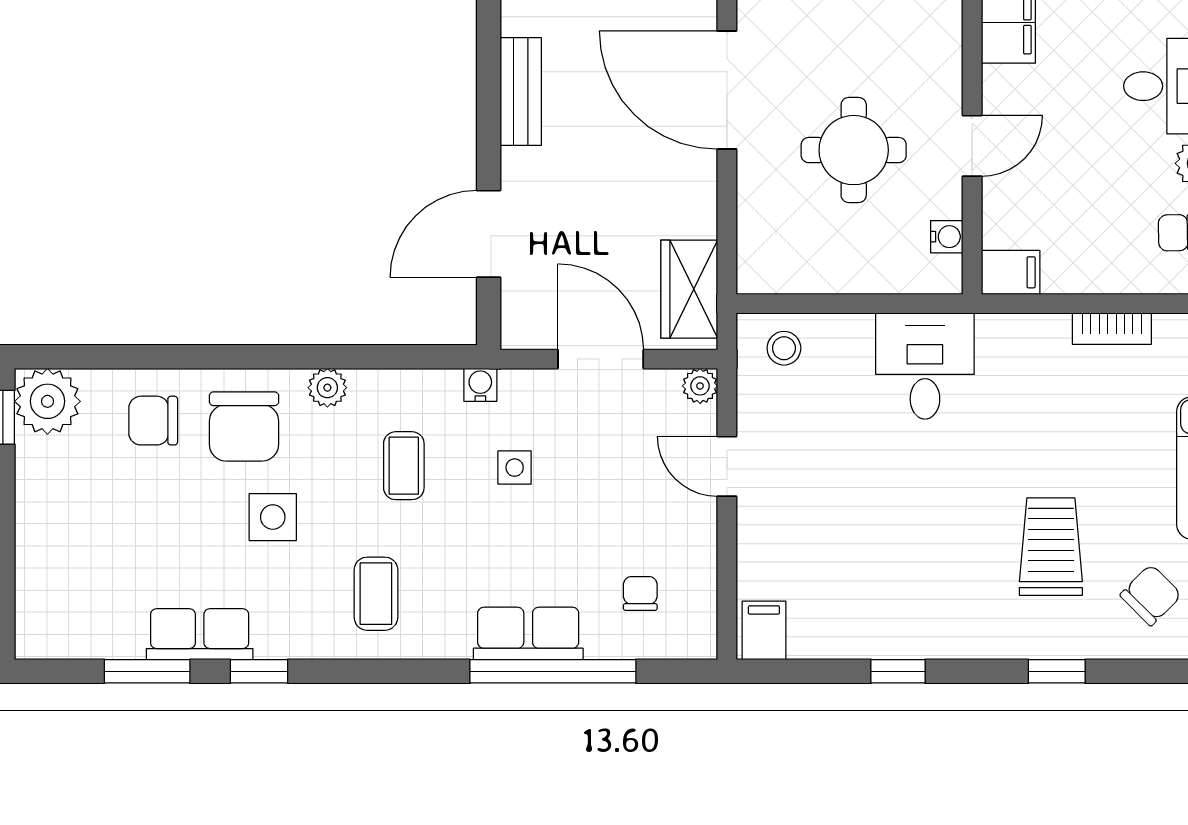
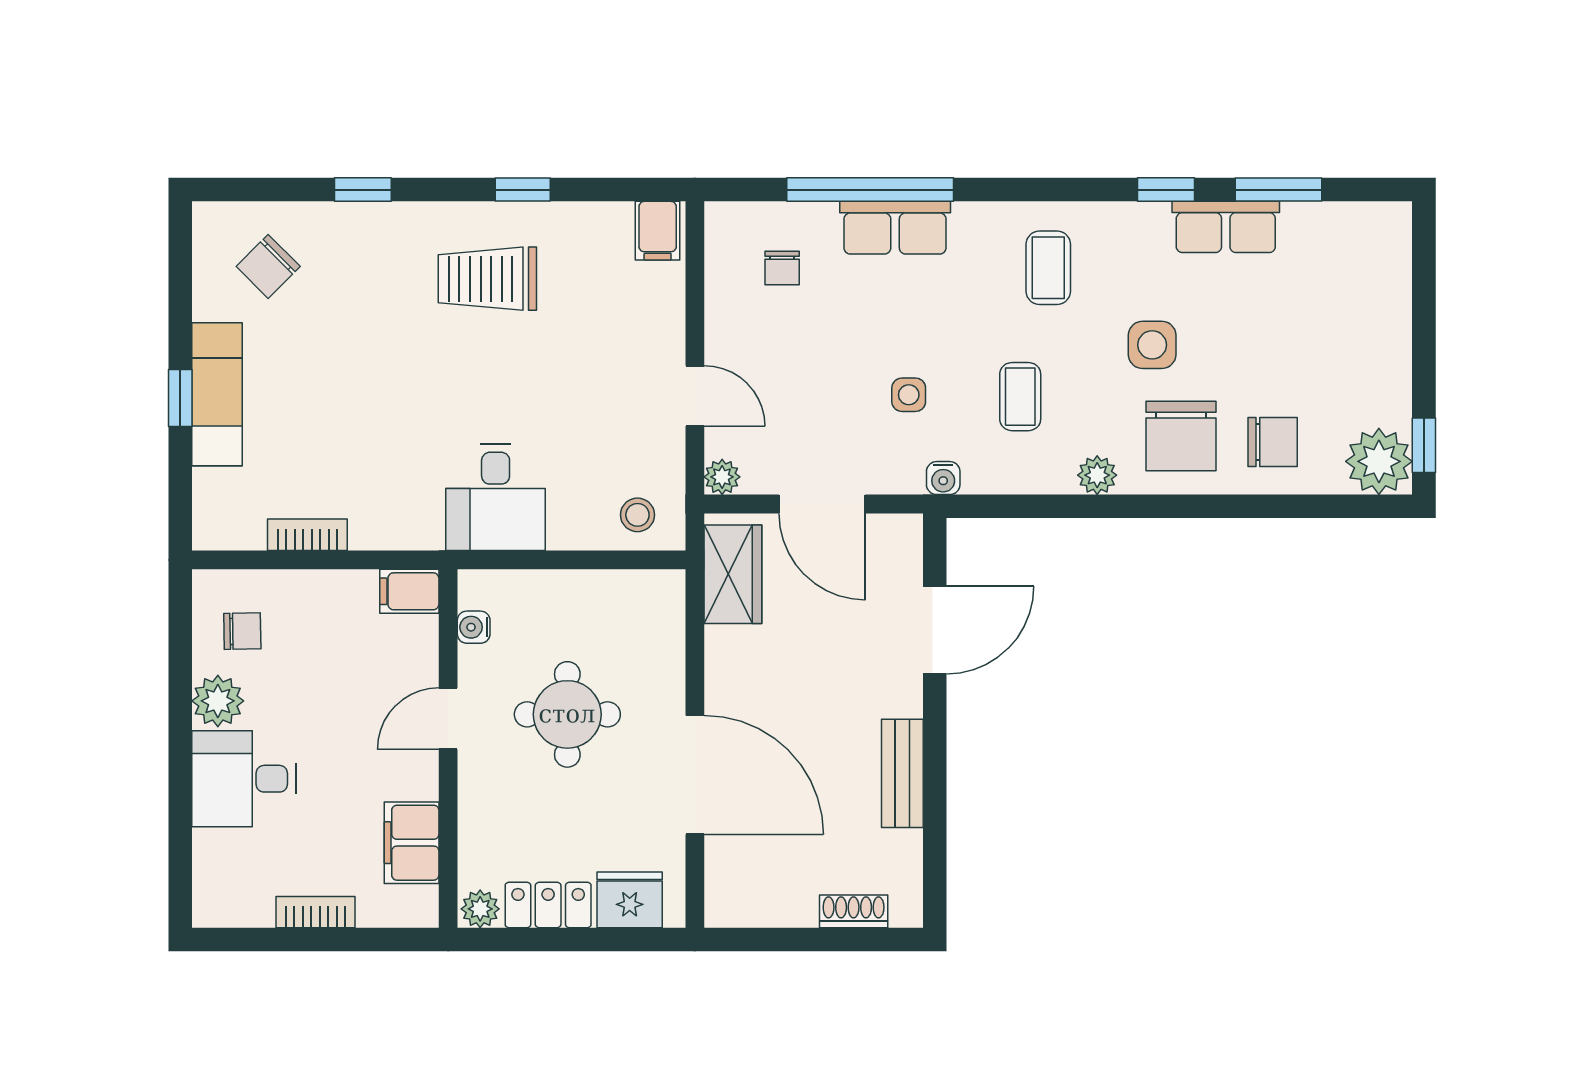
chair: (244, 426) -> (1181, 436), turned 180
trolley: (1051, 547) -> (487, 279), moved, turned 90

